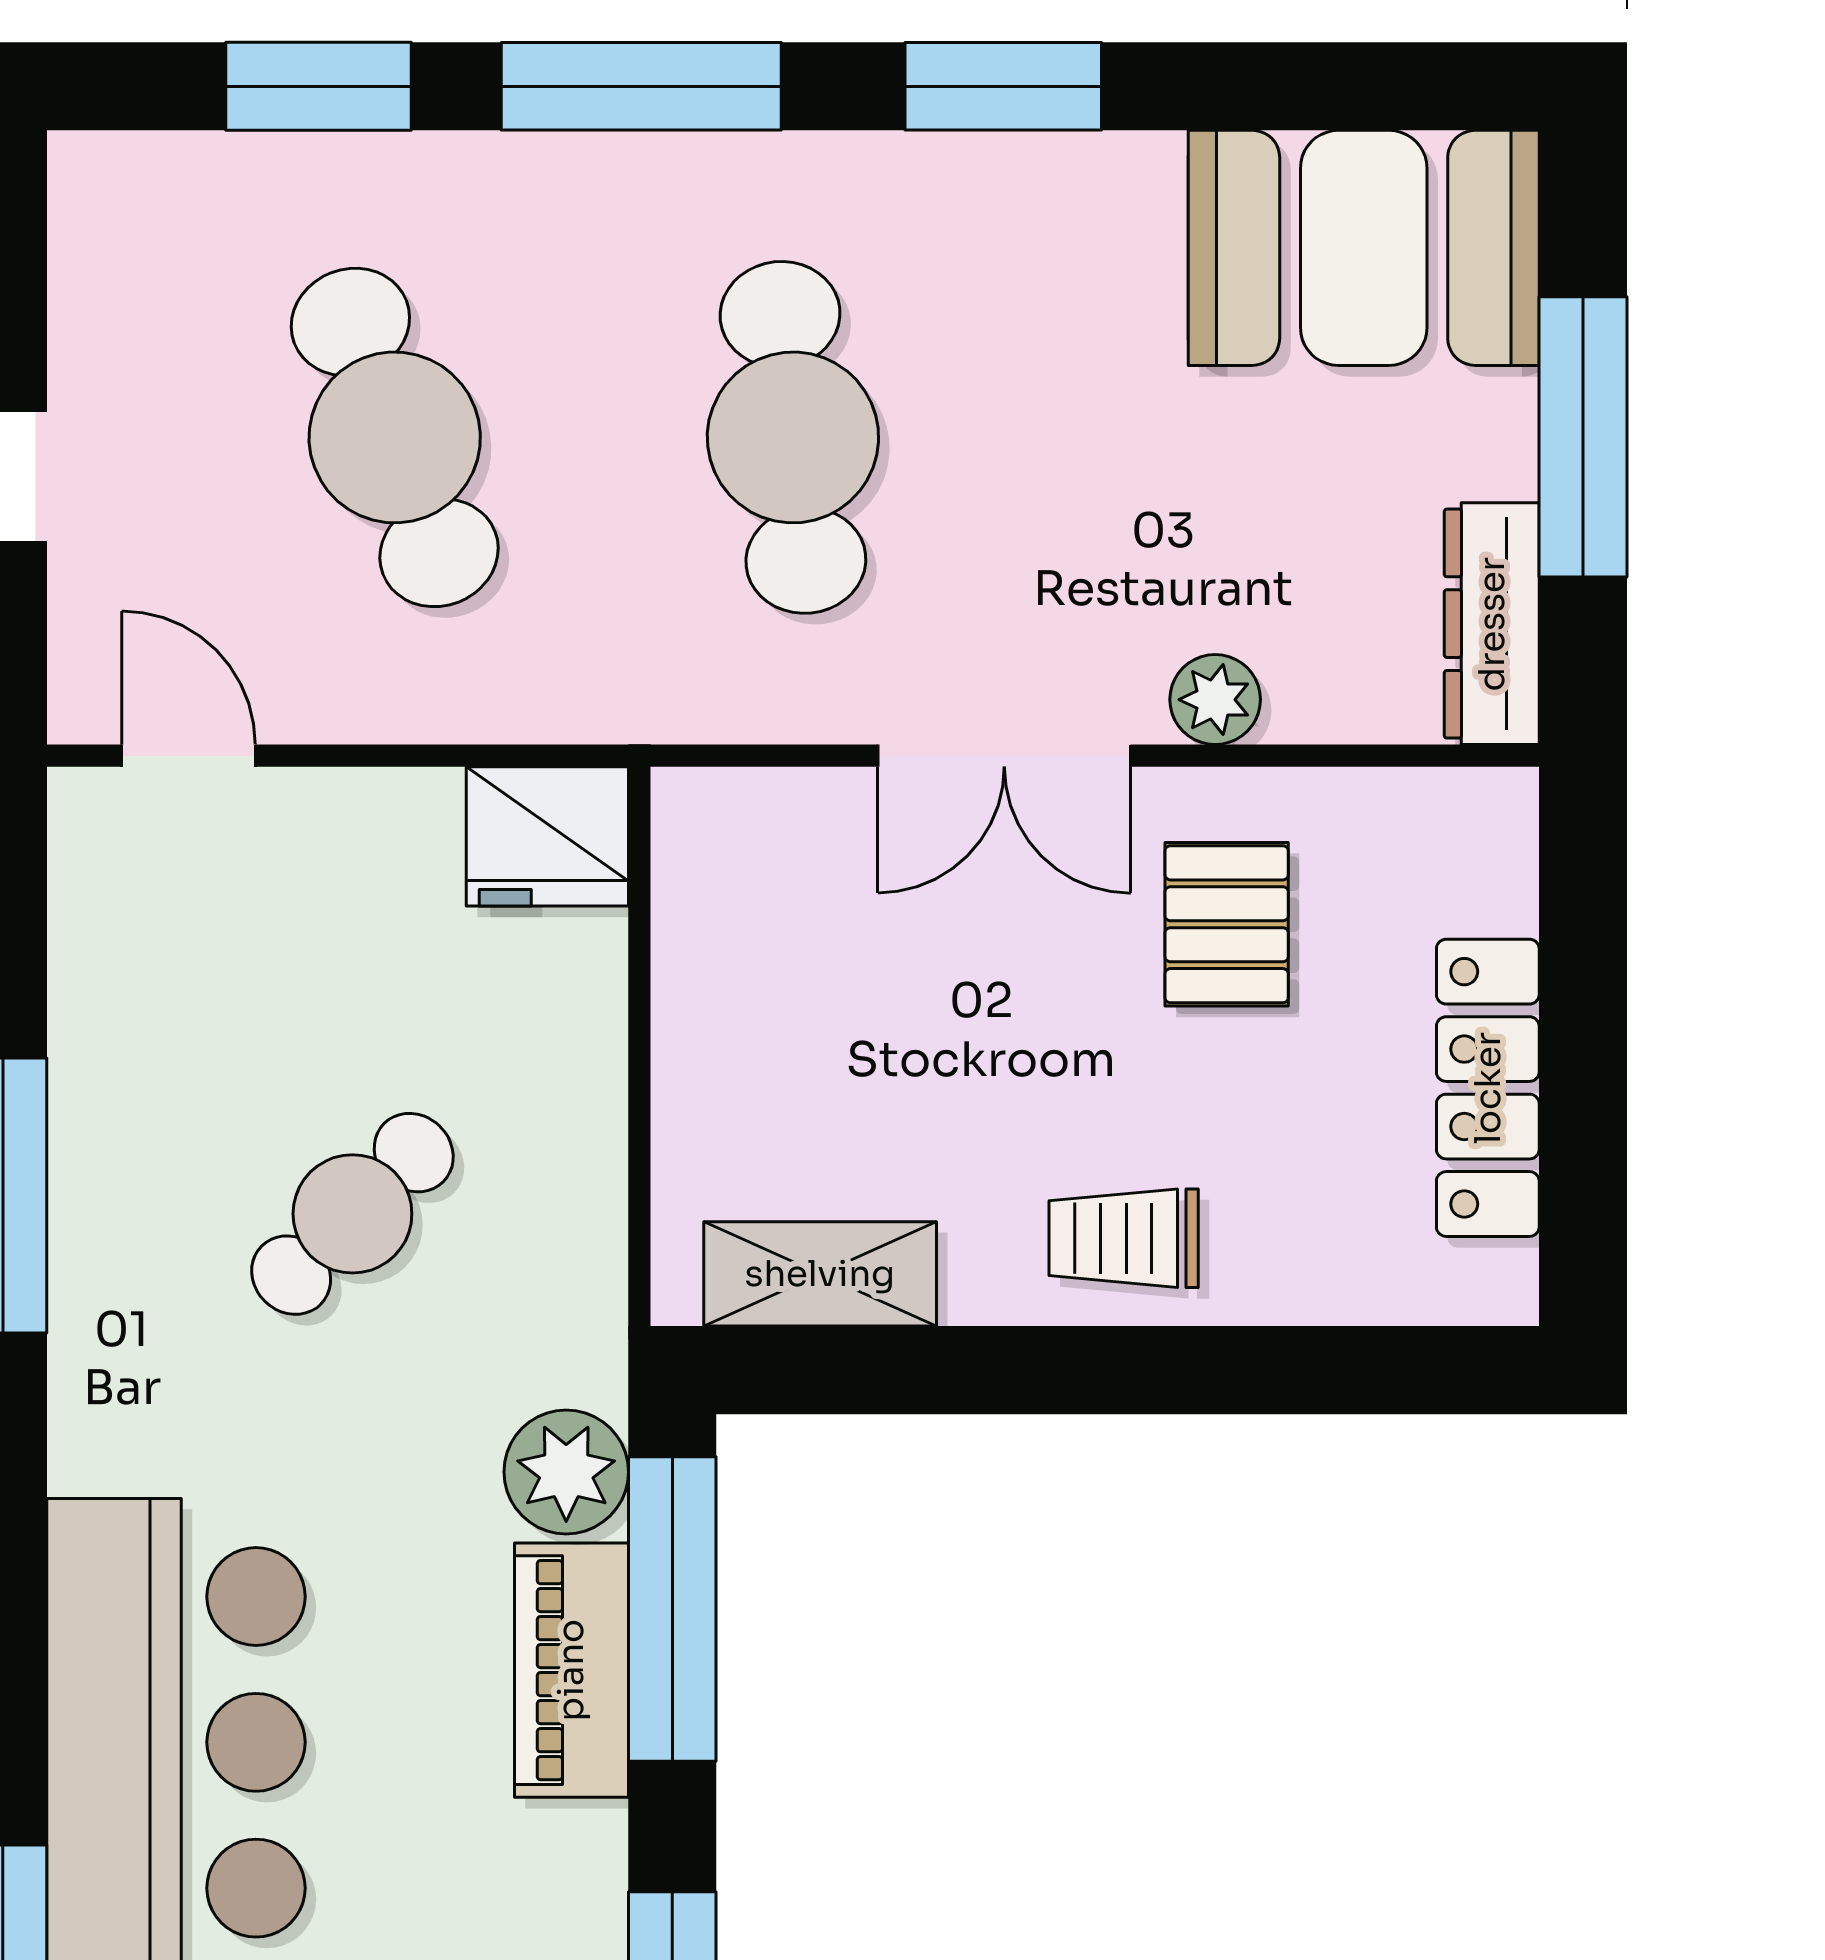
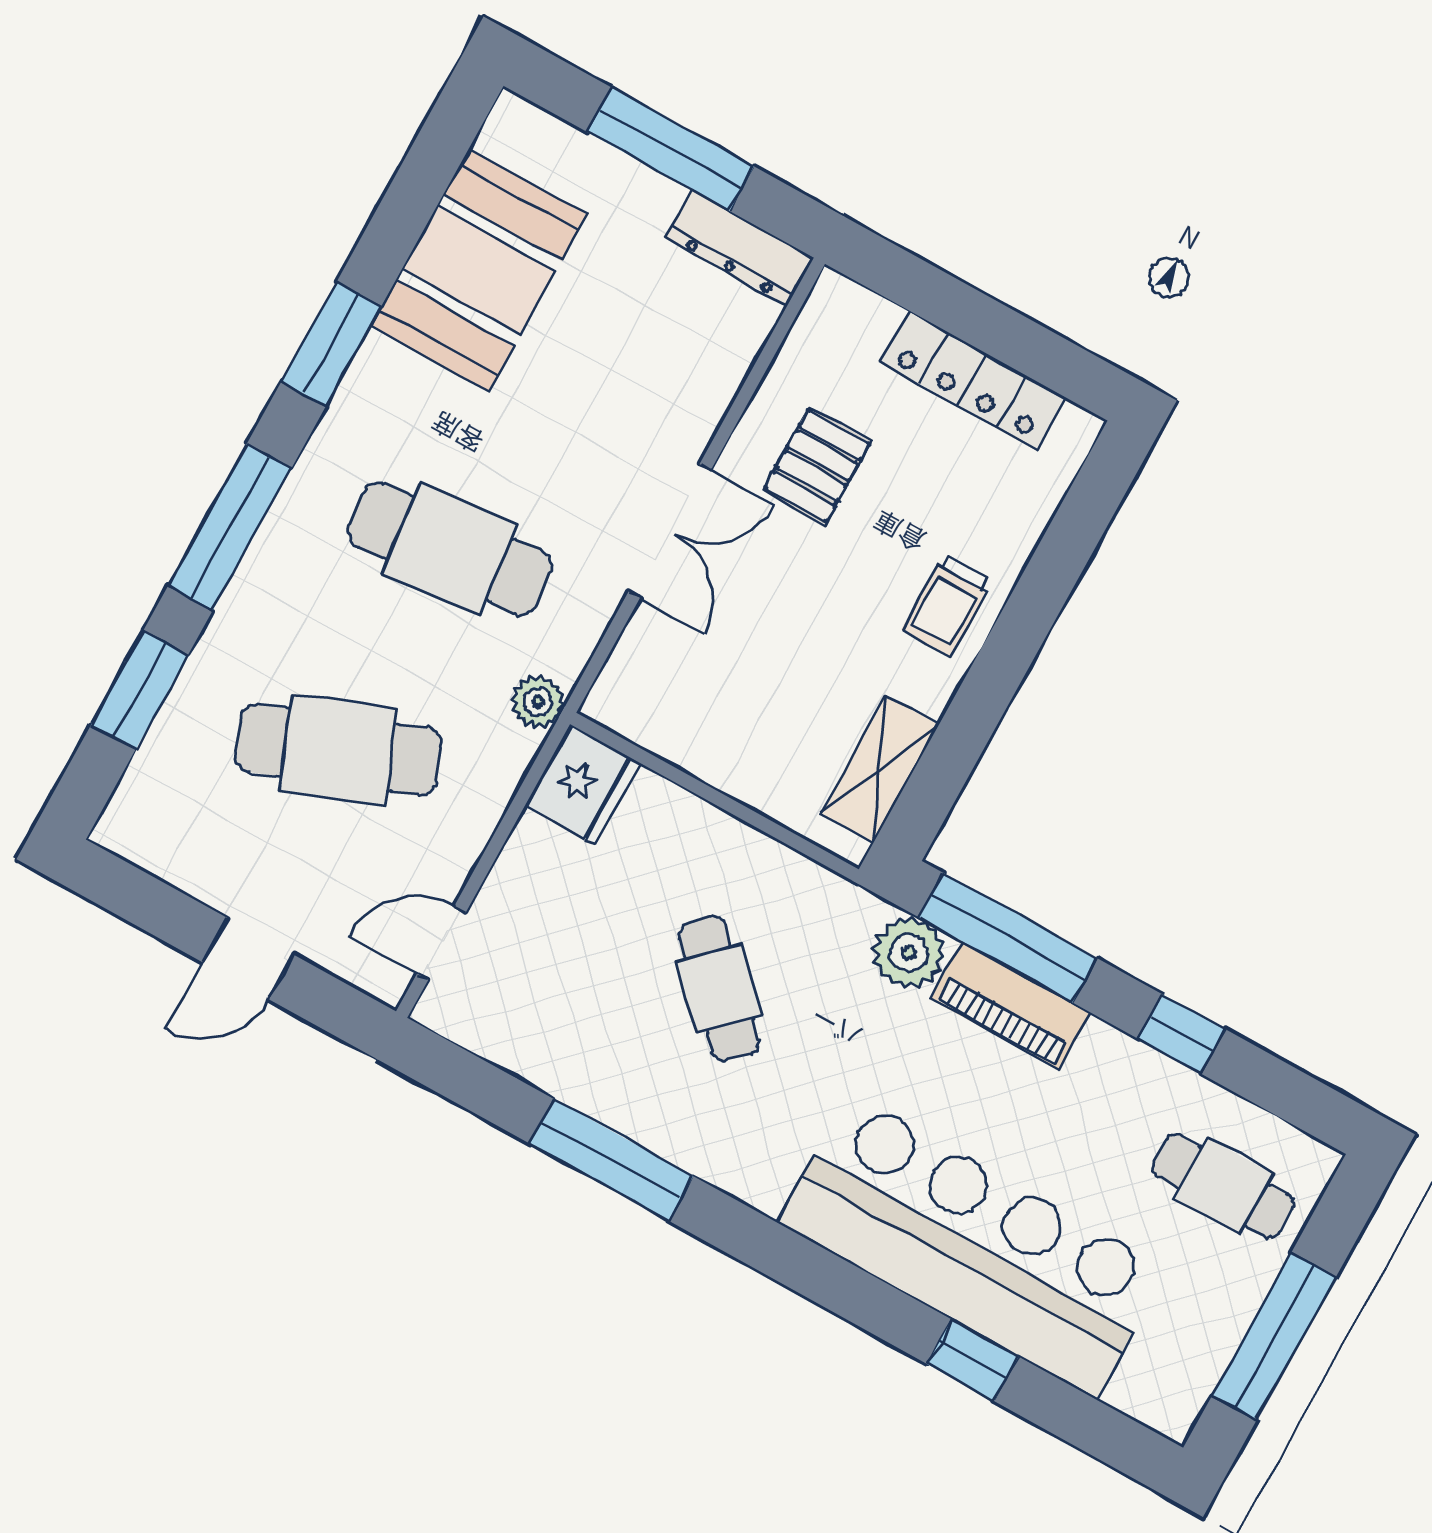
booth: (1364, 248) -> (479, 270), moved
plant: (1215, 700) -> (538, 702), moved
pallet: (1227, 924) -> (817, 466), turned 90

